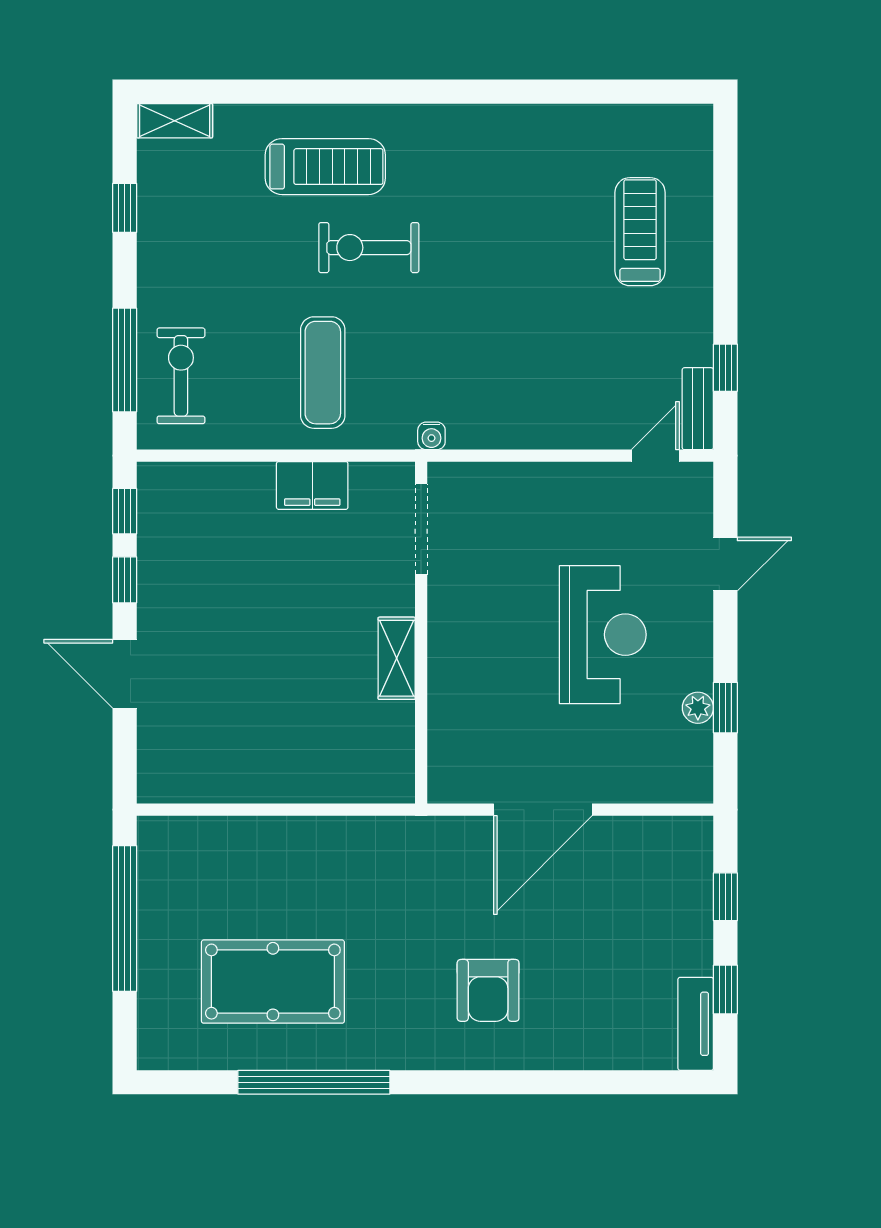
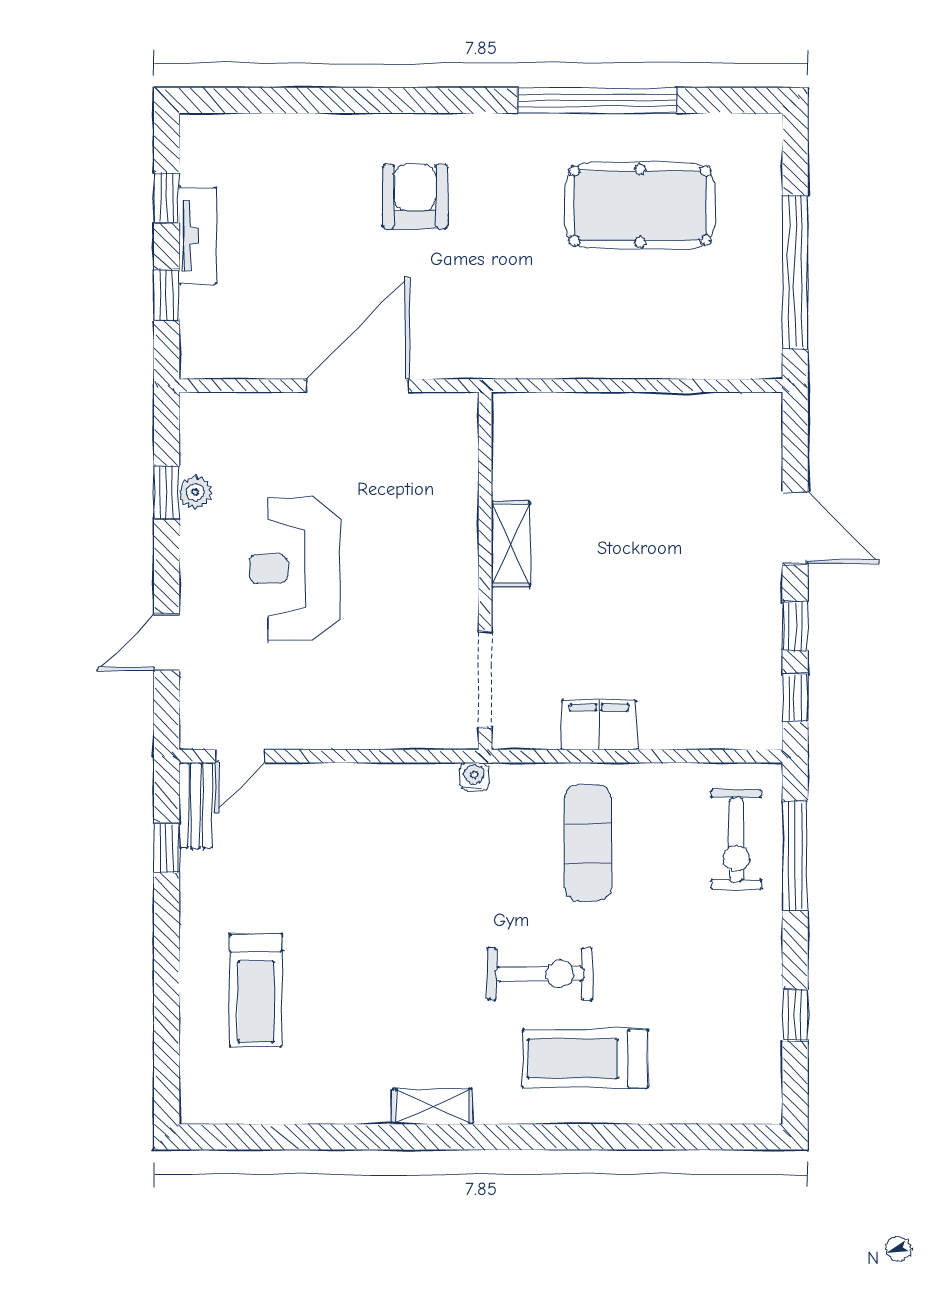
shelving: (175, 121) -> (432, 1107), moved
tv unit: (696, 1024) -> (198, 236), moved

